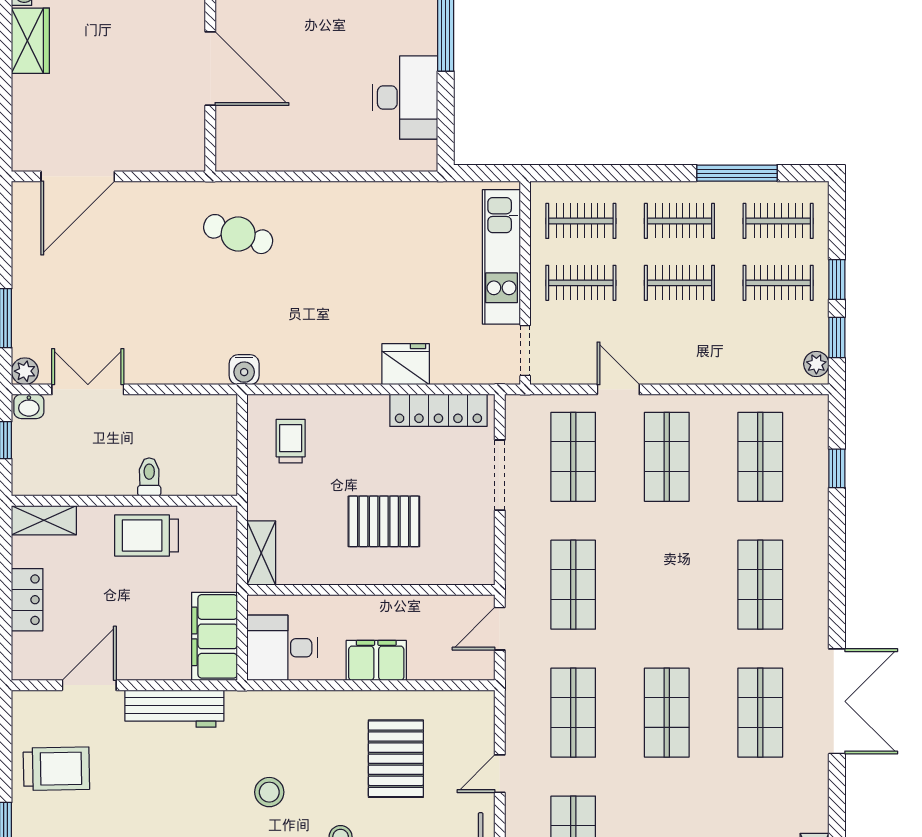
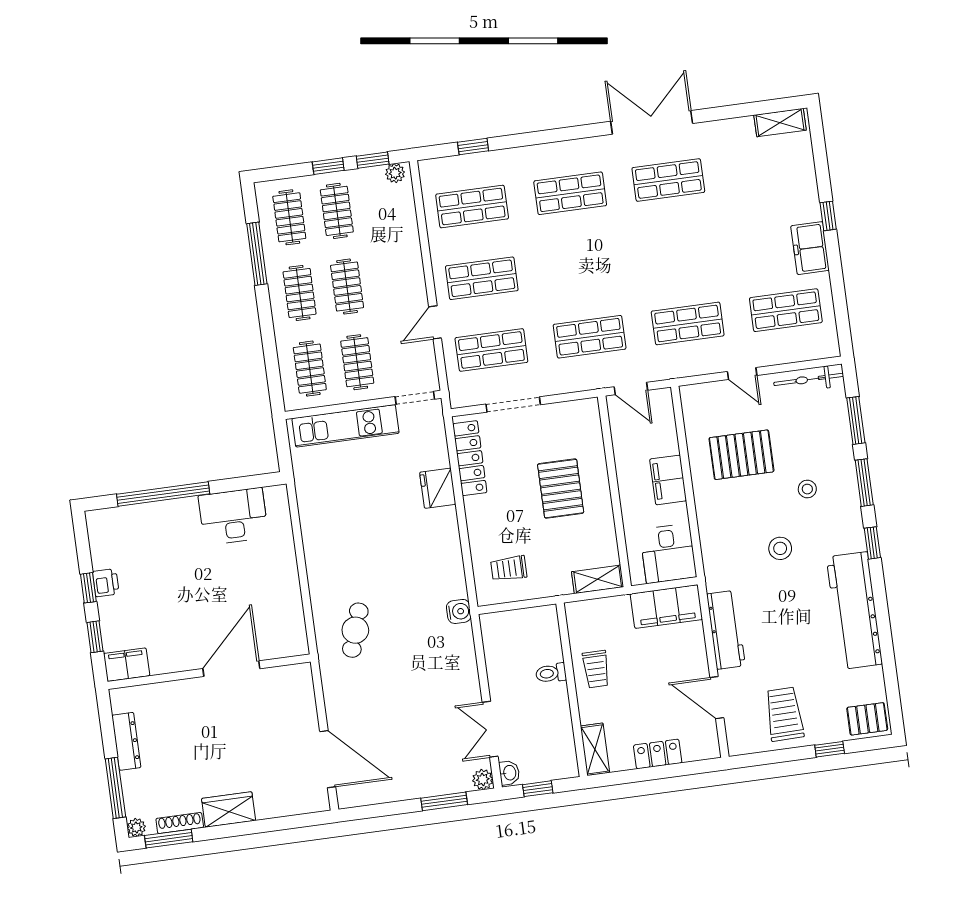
trolley: (147, 535) -> (596, 669), width x0.73, depth x0.72
shop shelf: (667, 713) -> (678, 252), removed

